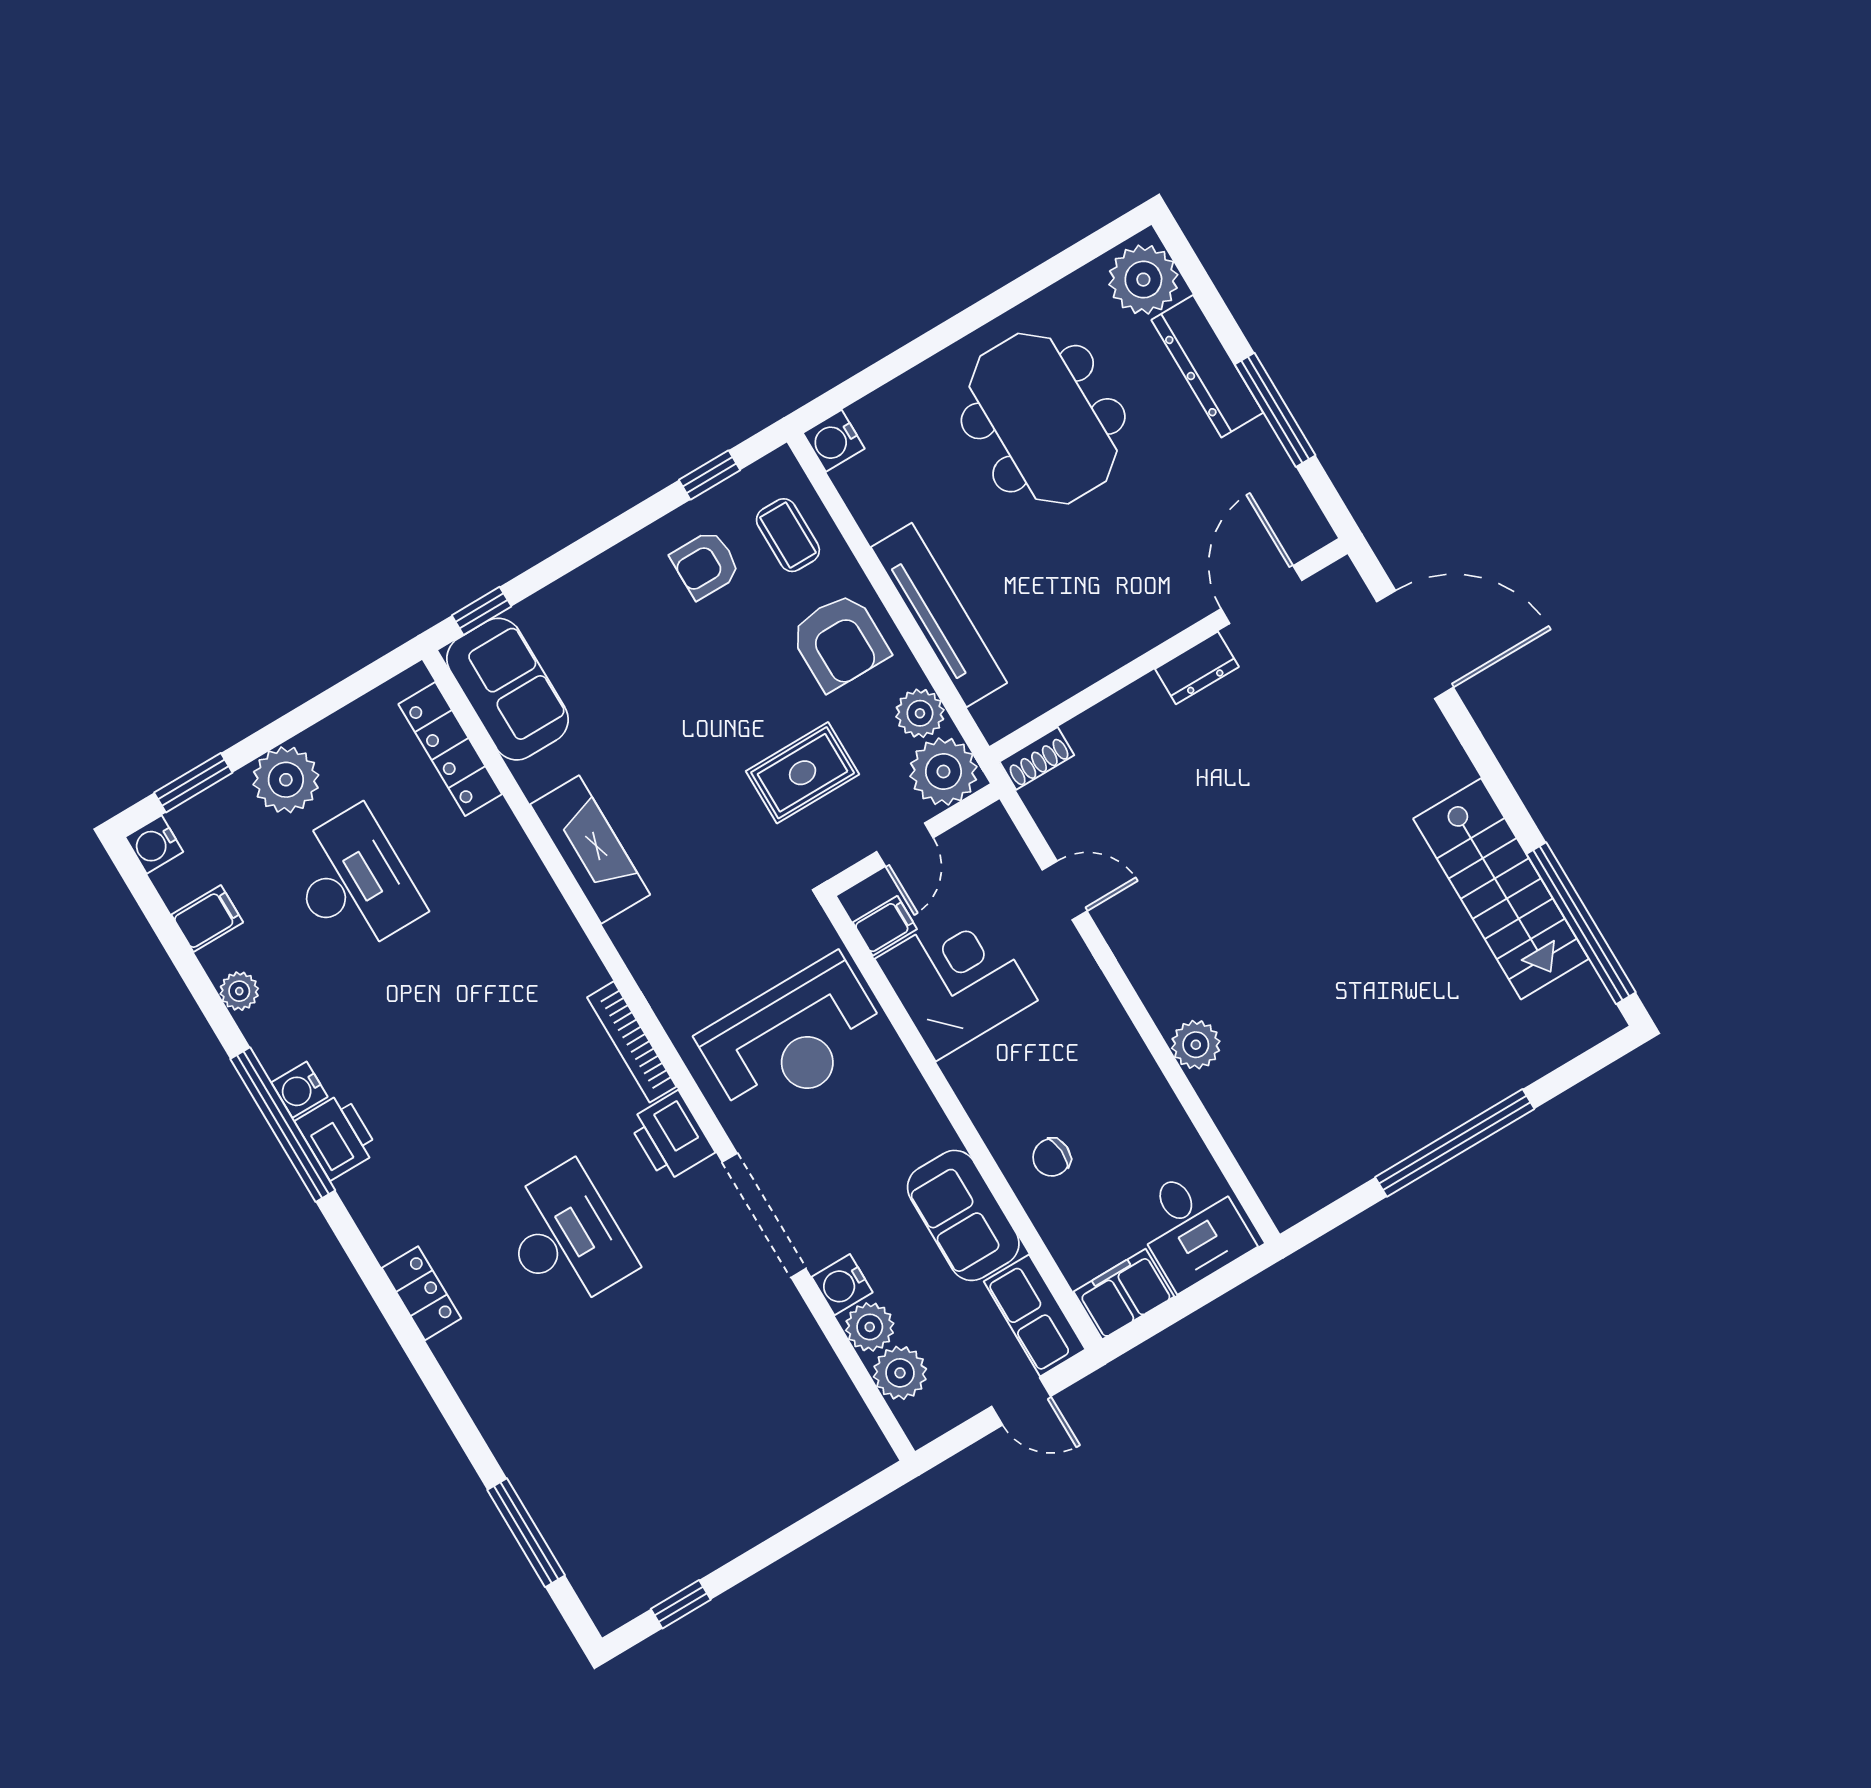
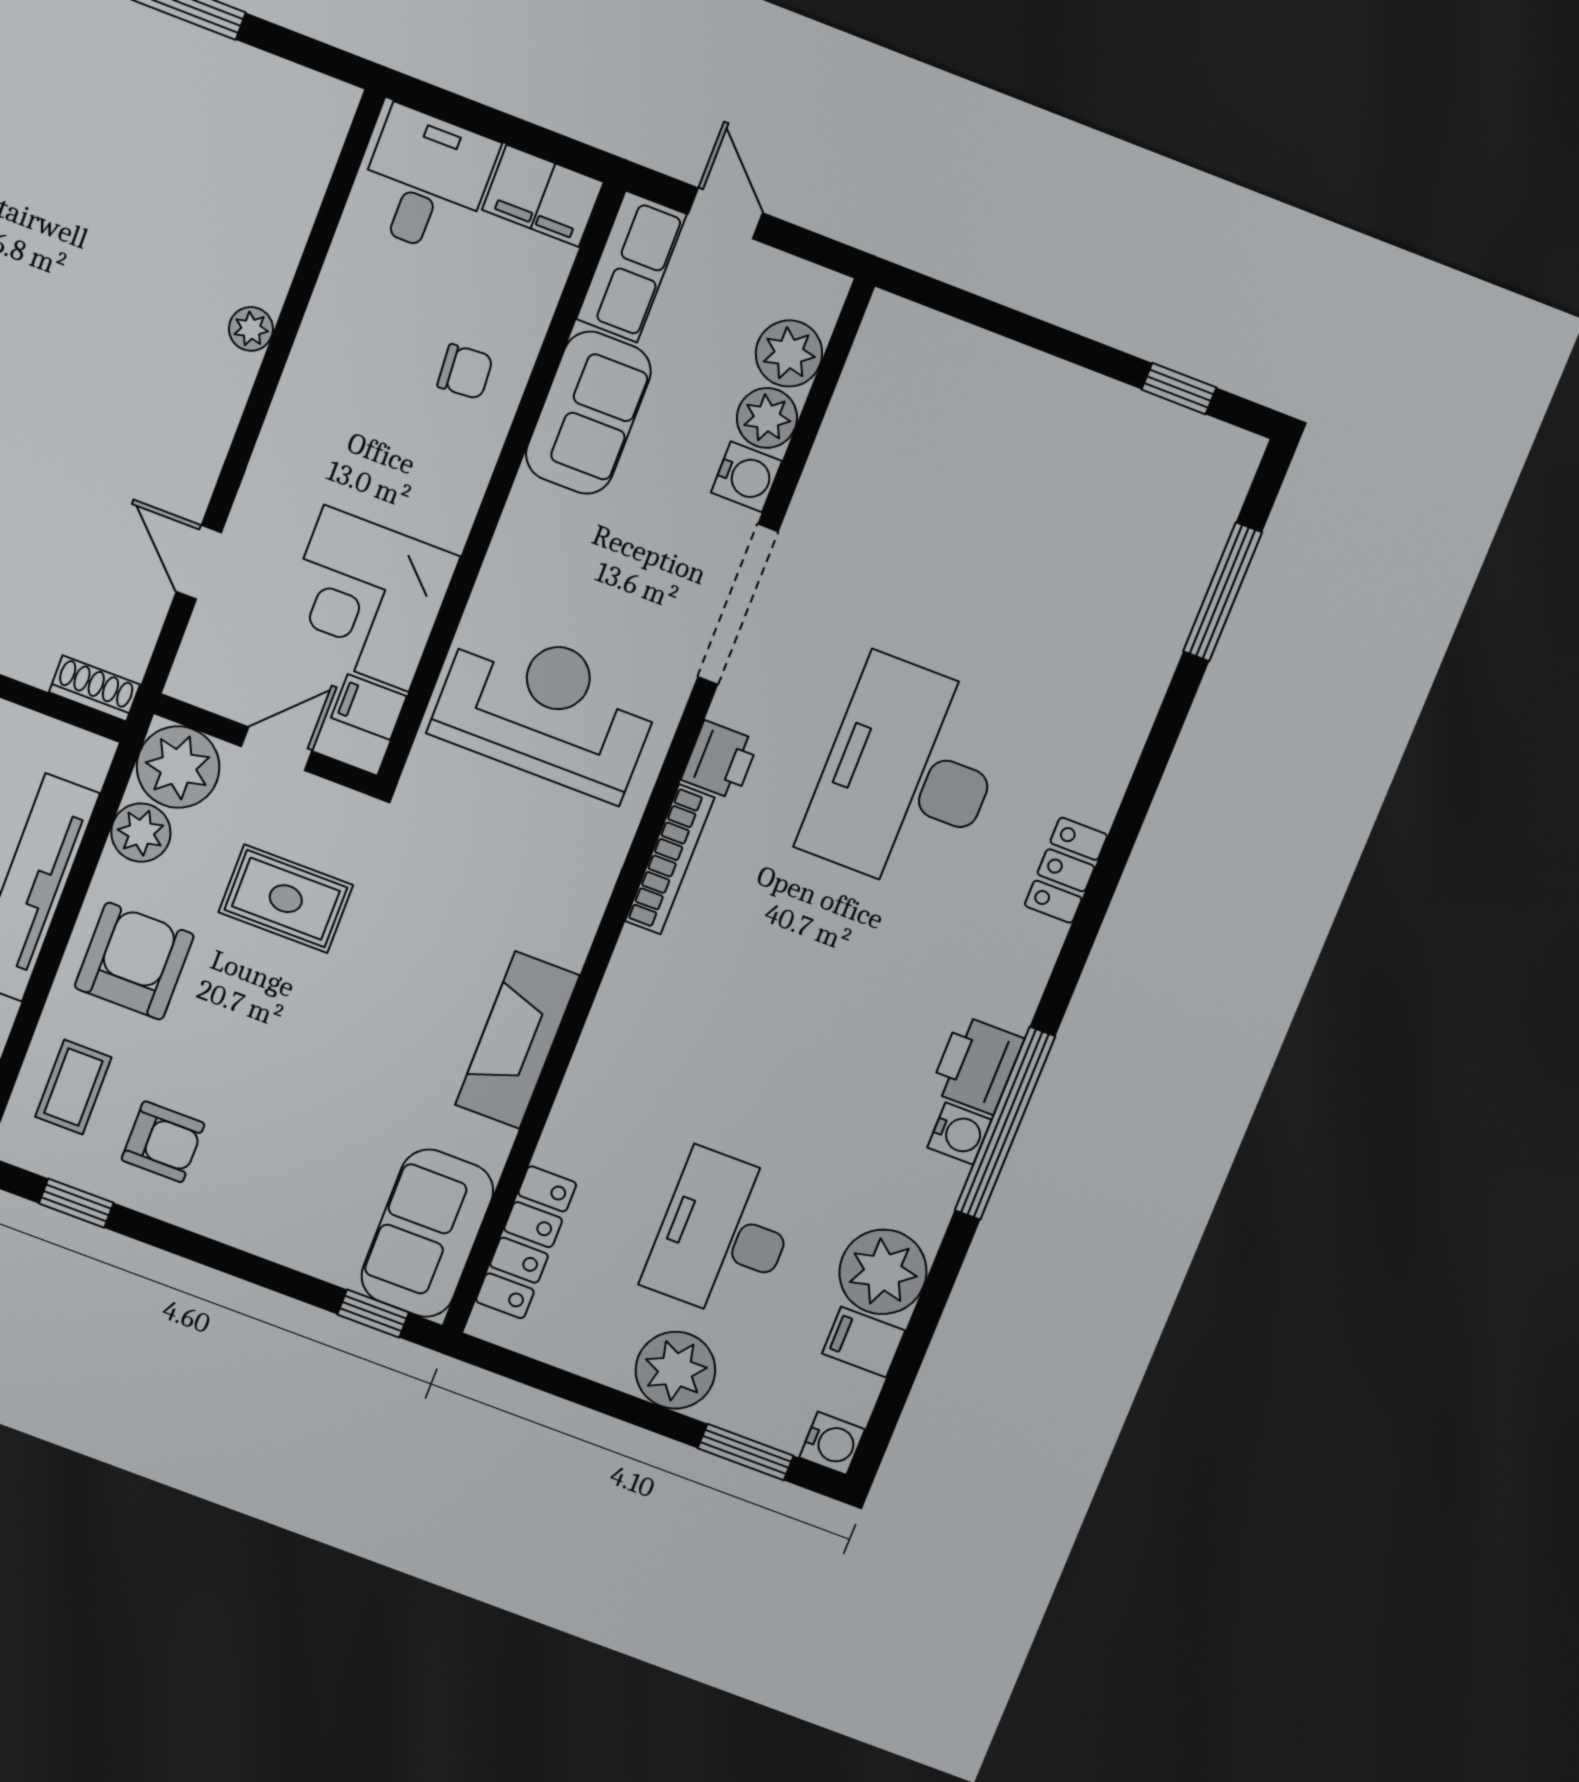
plant: (239, 991) -> (883, 1272), width x1.87, depth x1.87
plant: (1196, 1045) -> (251, 329), width x0.73, depth x0.73
printer: (671, 1136) -> (720, 760), width x0.73, depth x0.81
desk: (565, 1238) -> (907, 776), width x1.36, depth x1.30

